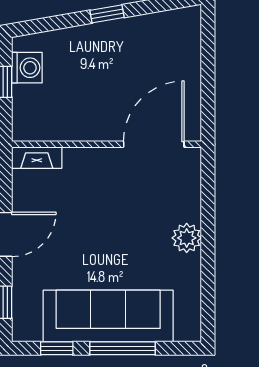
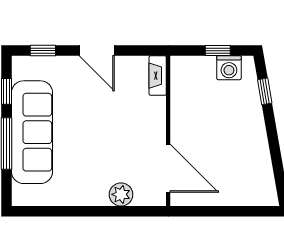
window: (107, 14) -> (265, 91), moved
plant: (187, 238) -> (121, 194), moved

